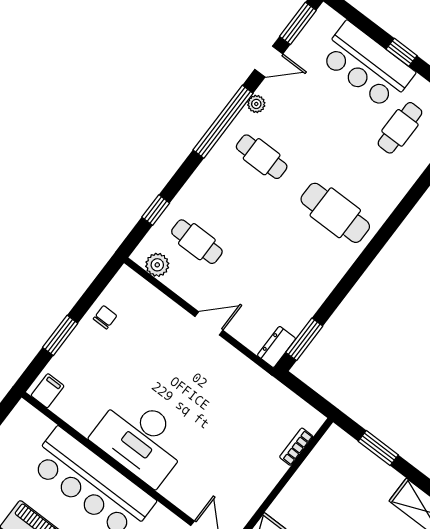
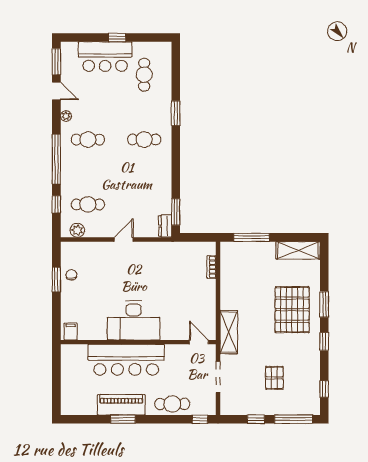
door: (269, 62) -> (56, 91), hinge flipped
window: (223, 122) -> (56, 159), moved
window: (403, 210) -> (176, 113), added
cafe table: (335, 213) -> (144, 140), width x0.73, depth x0.74
window: (60, 335) -> (56, 280), moved
window: (378, 448) -> (252, 237), width x1.44

